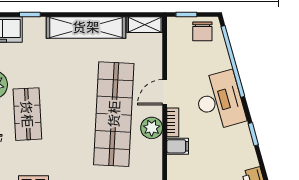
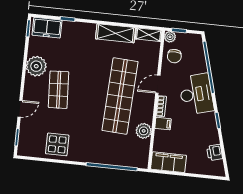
plant: (175, 25) -> (170, 37), added
shelving: (86, 27) -> (116, 33), width x0.68
chair: (202, 31) -> (174, 56), moved
plant: (152, 128) -> (144, 131), moved

